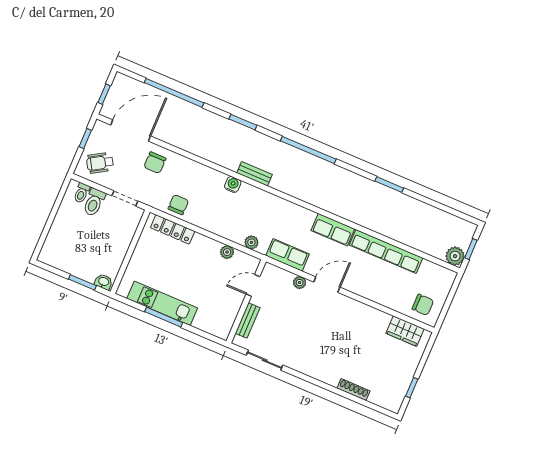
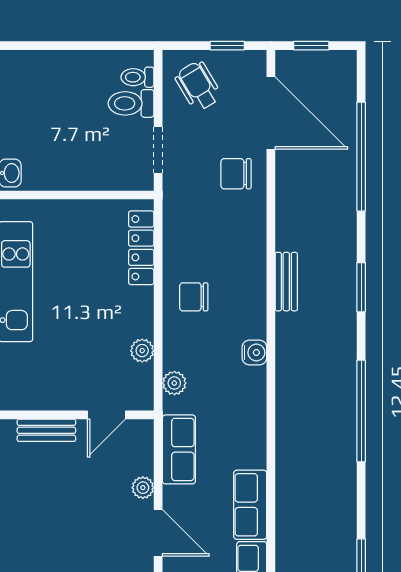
bench: (255, 174) -> (286, 282), moved
water cooler: (233, 184) -> (254, 353), moved
chair: (178, 205) -> (194, 297), moved, turned 180
door: (253, 285) -> (106, 415), swing flipped

